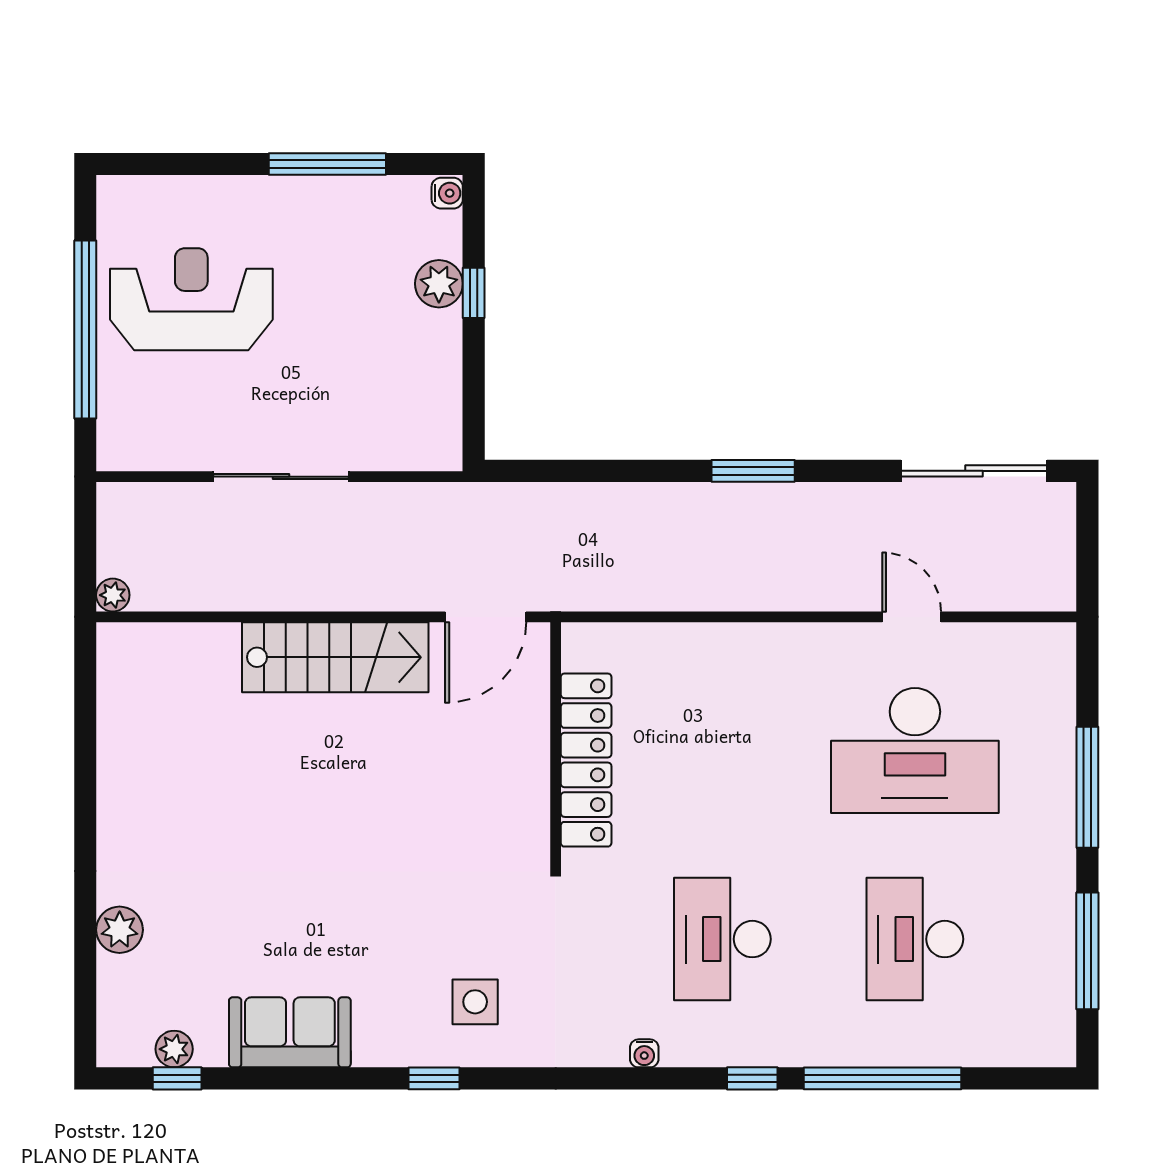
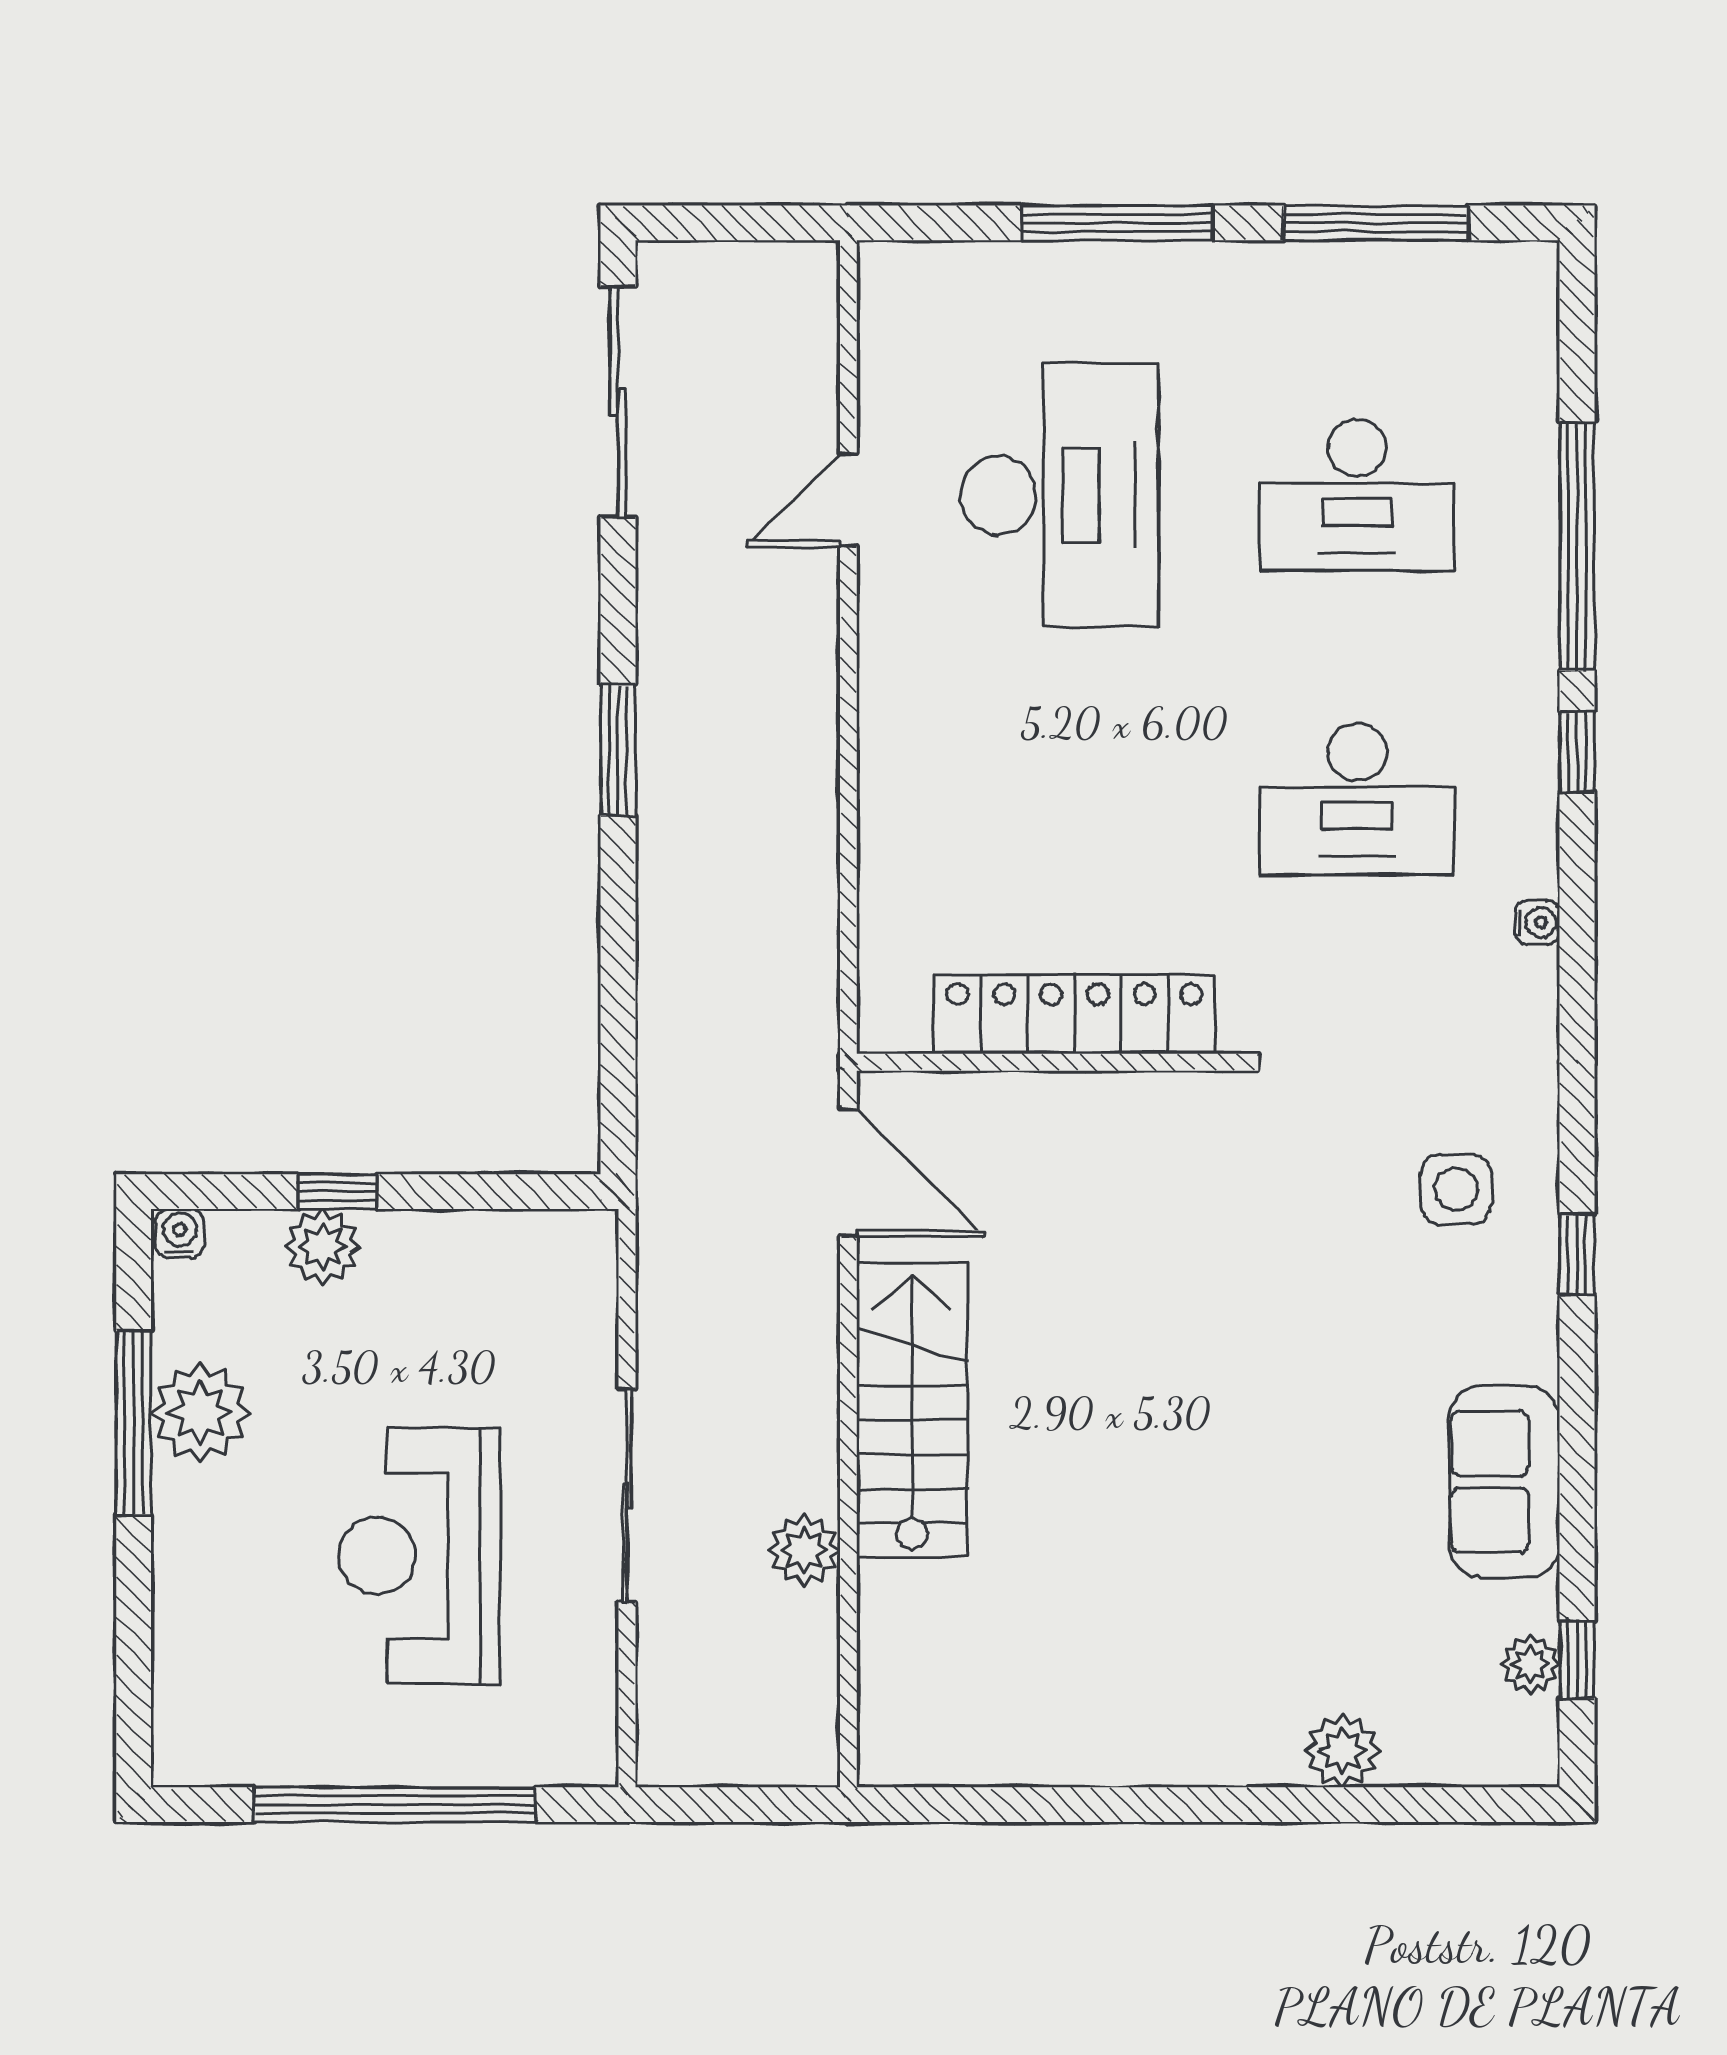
plant: (334, 206) -> (200, 1412), added
reception desk: (191, 299) -> (419, 1556), moved
plant: (113, 595) -> (804, 1550), moved, width x1.38, depth x1.38

